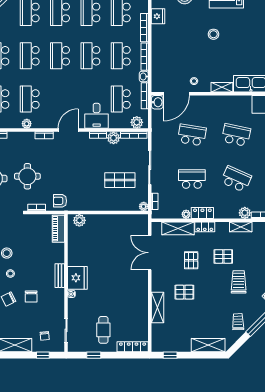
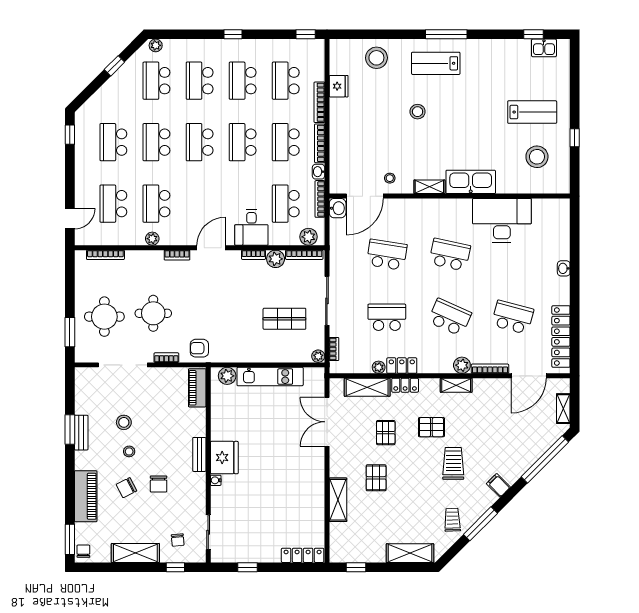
kitchen unit: (110, 221) -> (270, 377), added
pallet: (184, 292) -> (376, 478), turned 90
cafe table: (103, 330) -> (261, 531), removed

